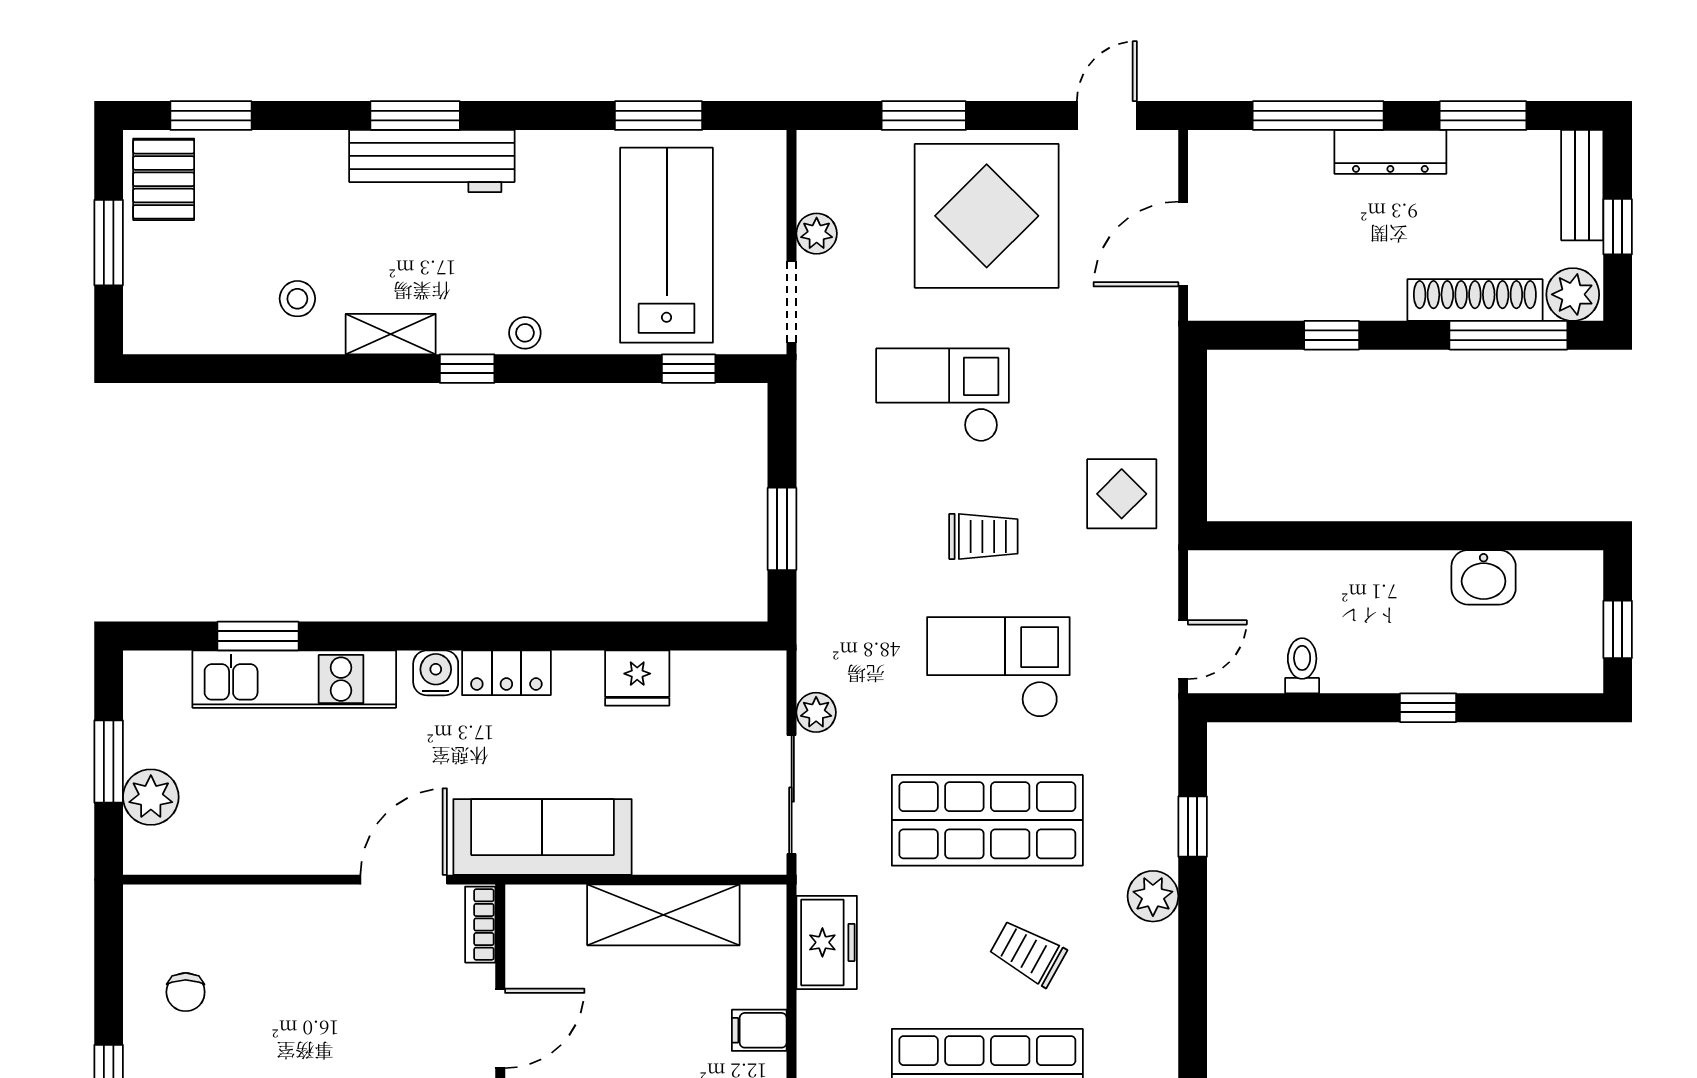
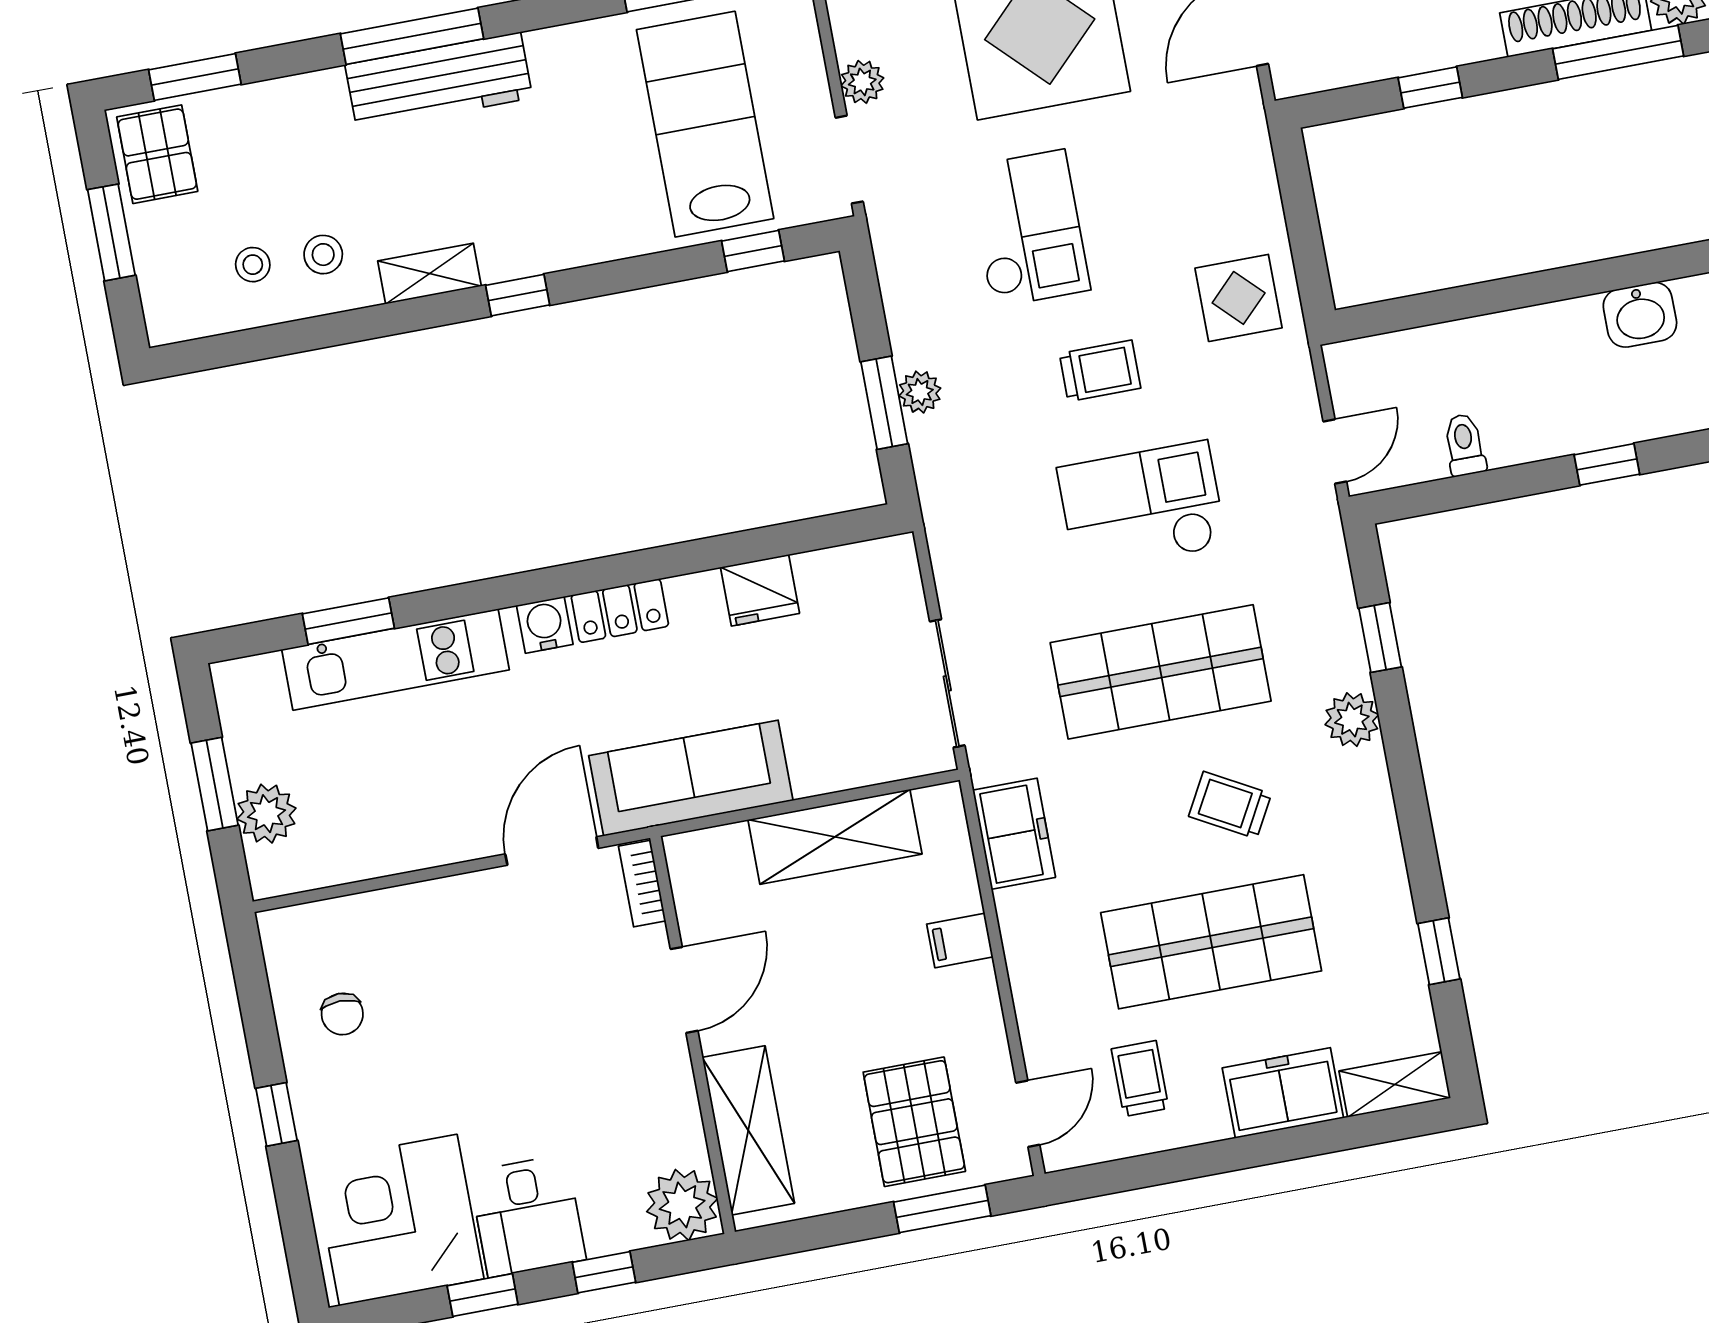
window: (415, 116) -> (412, 36), width x1.44
stool: (525, 333) -> (253, 265), moved
checkout: (943, 395) -> (1028, 229), turned 90
plant: (816, 712) -> (920, 392), moved

